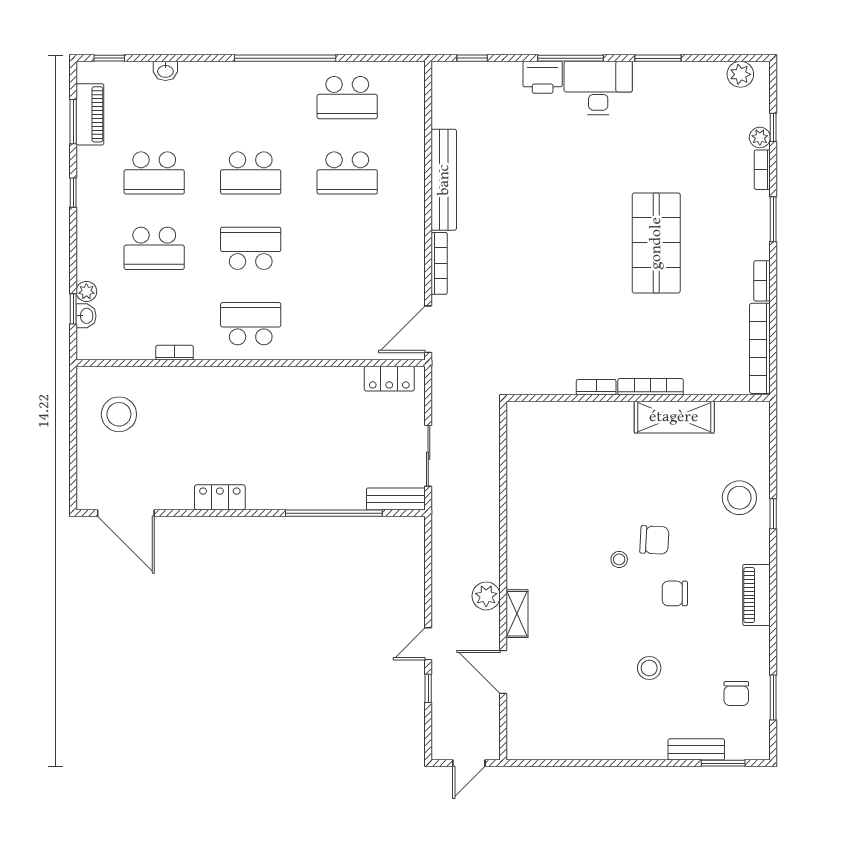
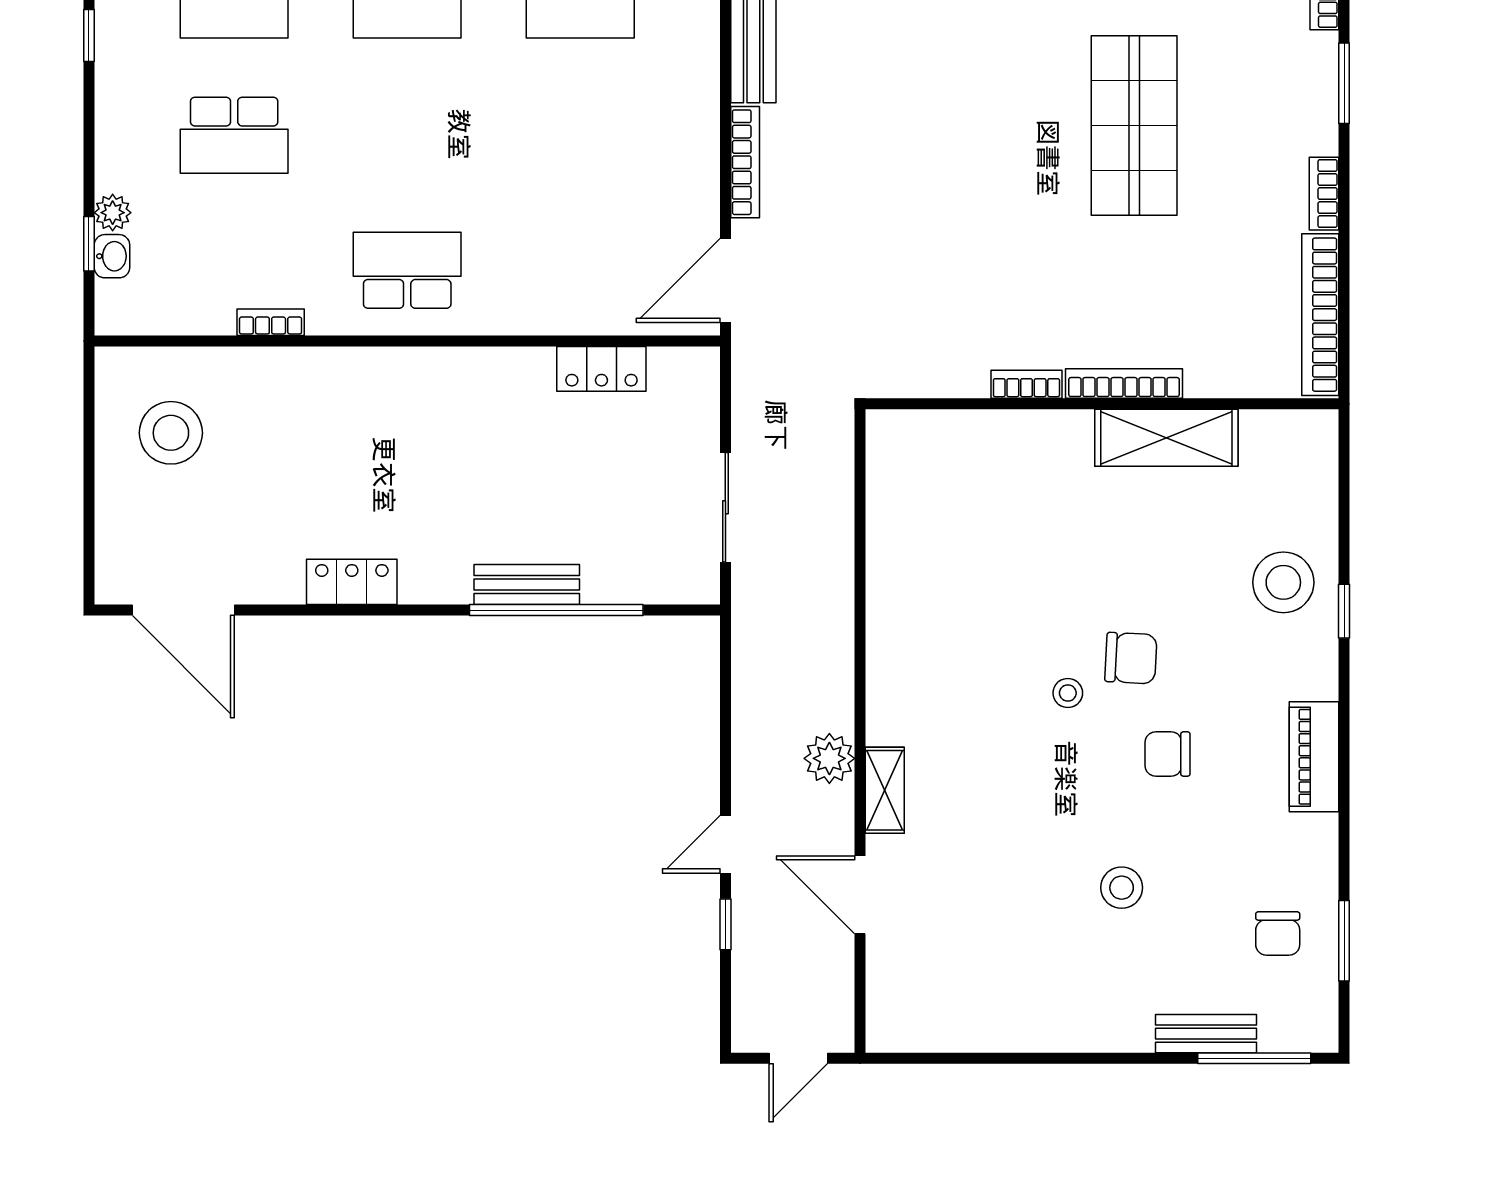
school desk: (251, 248) -> (407, 135), removed
locker: (389, 379) -> (601, 369), moved
bench: (396, 499) -> (527, 585), moved
window: (723, 763) -> (1254, 1058), width x1.44

